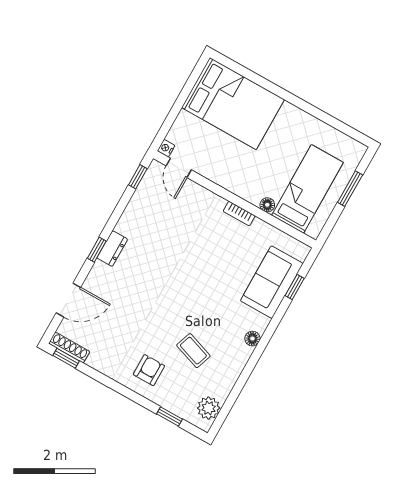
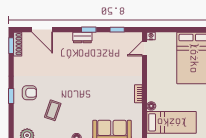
window: (138, 177) -> (117, 30), moved
window: (97, 250) -> (89, 30), moved
window: (169, 416) -> (11, 96), moved

